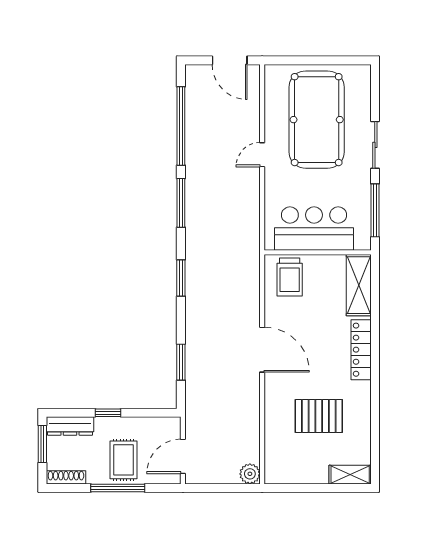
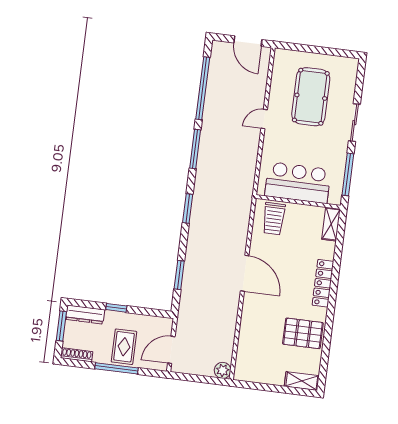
pool table: (317, 120) -> (311, 97), width x0.73, depth x0.76
shelving: (359, 285) -> (331, 224), width x0.67, depth x0.75
pallet: (319, 416) -> (303, 333), moved

